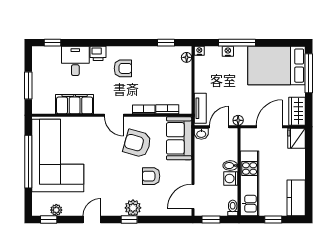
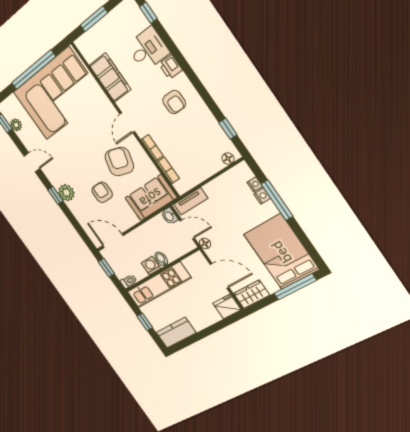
nightstand: (199, 51) -> (255, 184), moved

